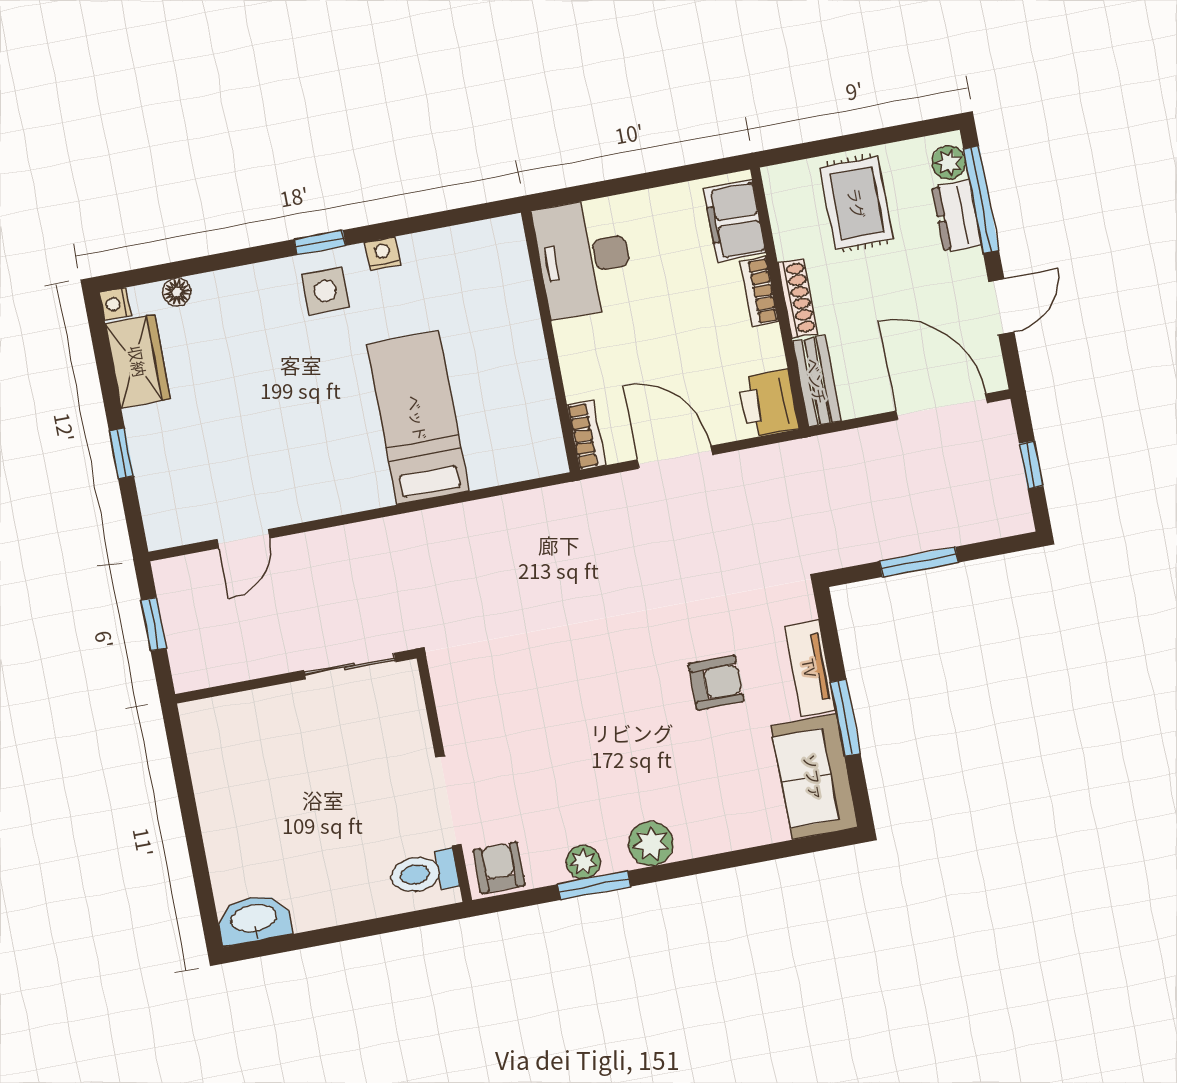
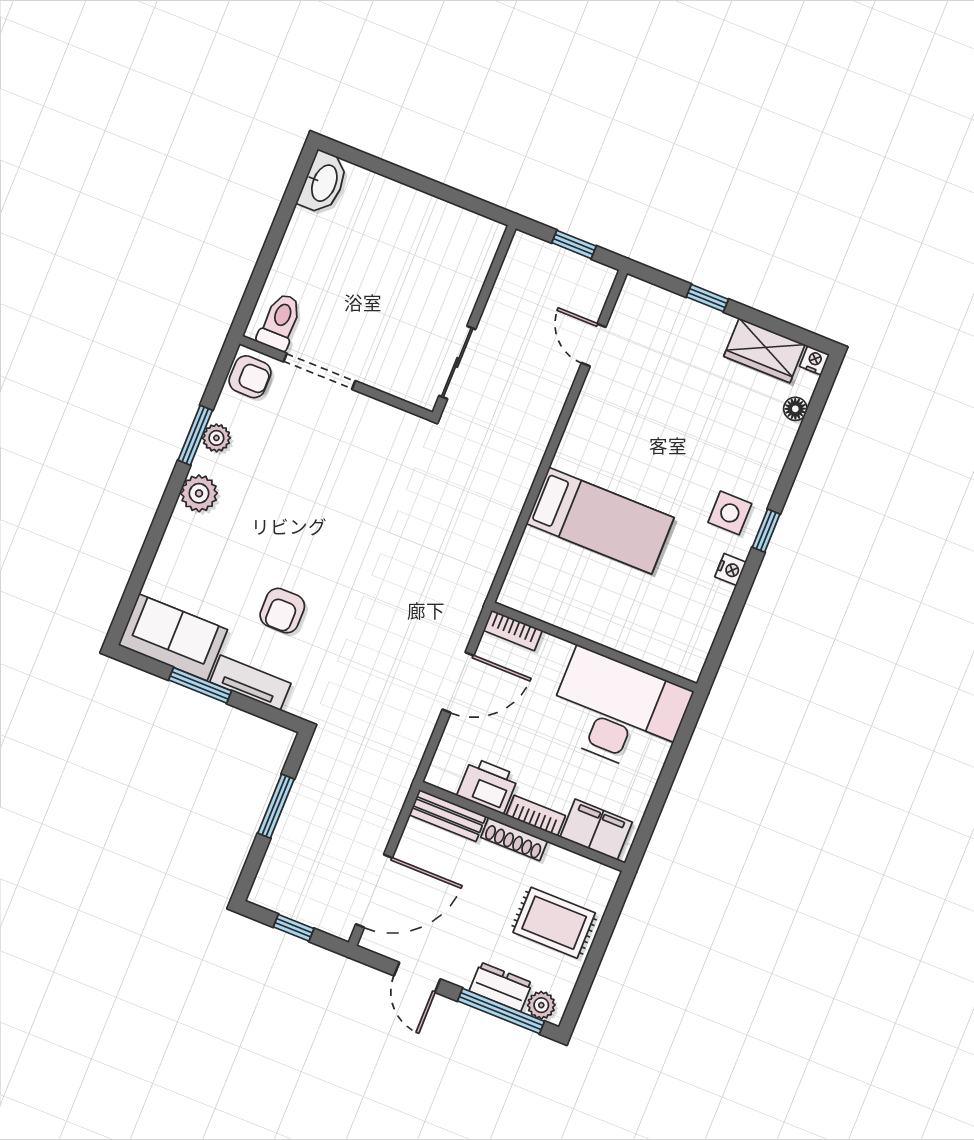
desk: (584, 258) -> (618, 712), width x1.36, depth x1.30
printer: (769, 403) -> (488, 786), moved

